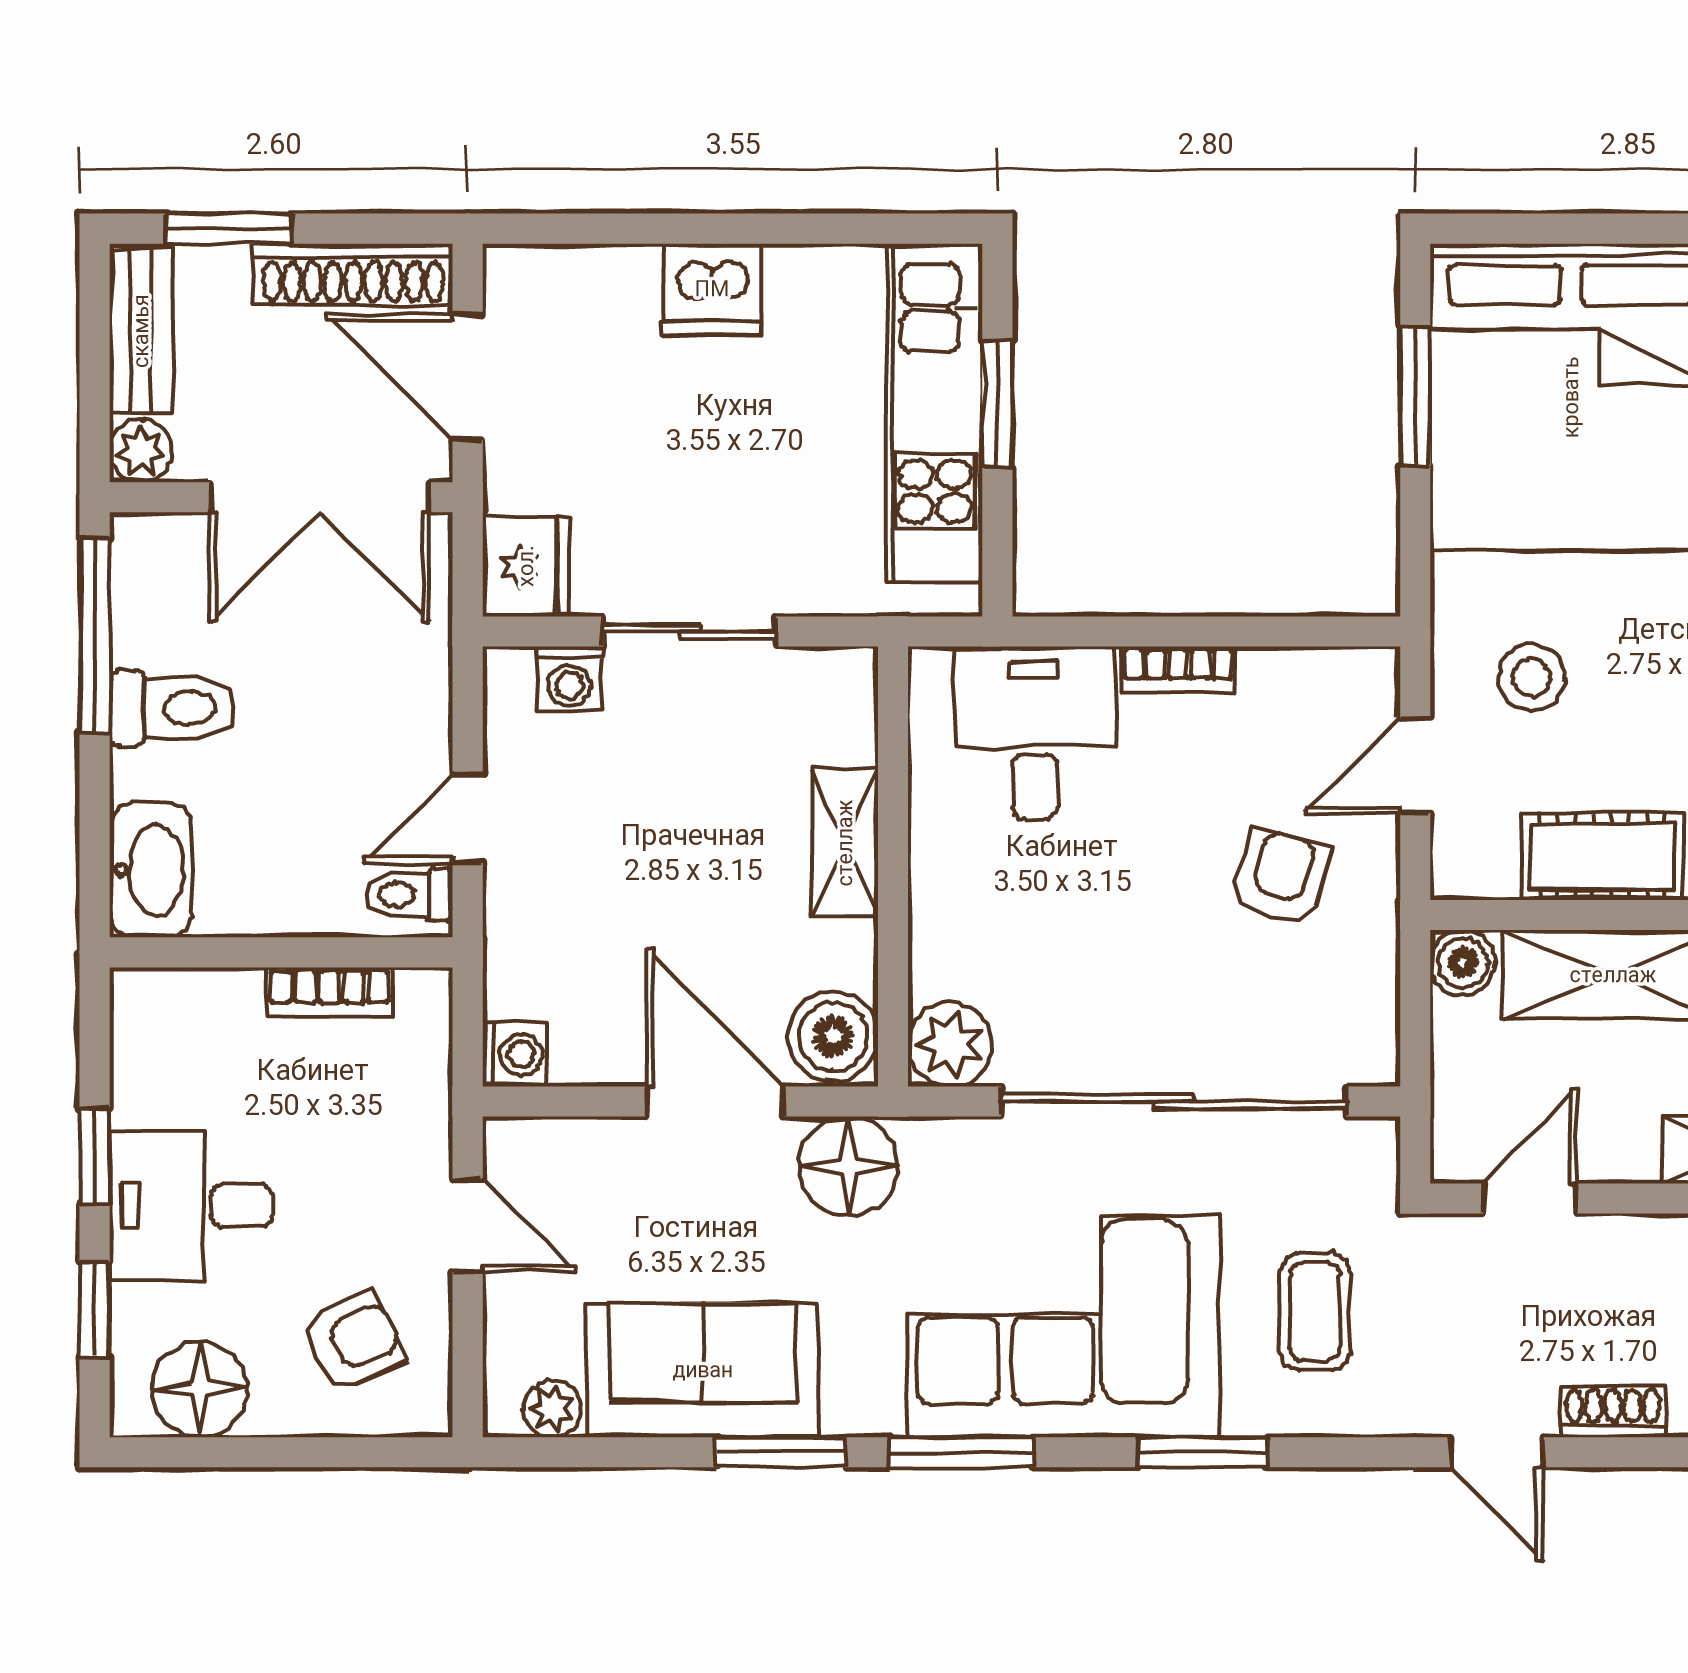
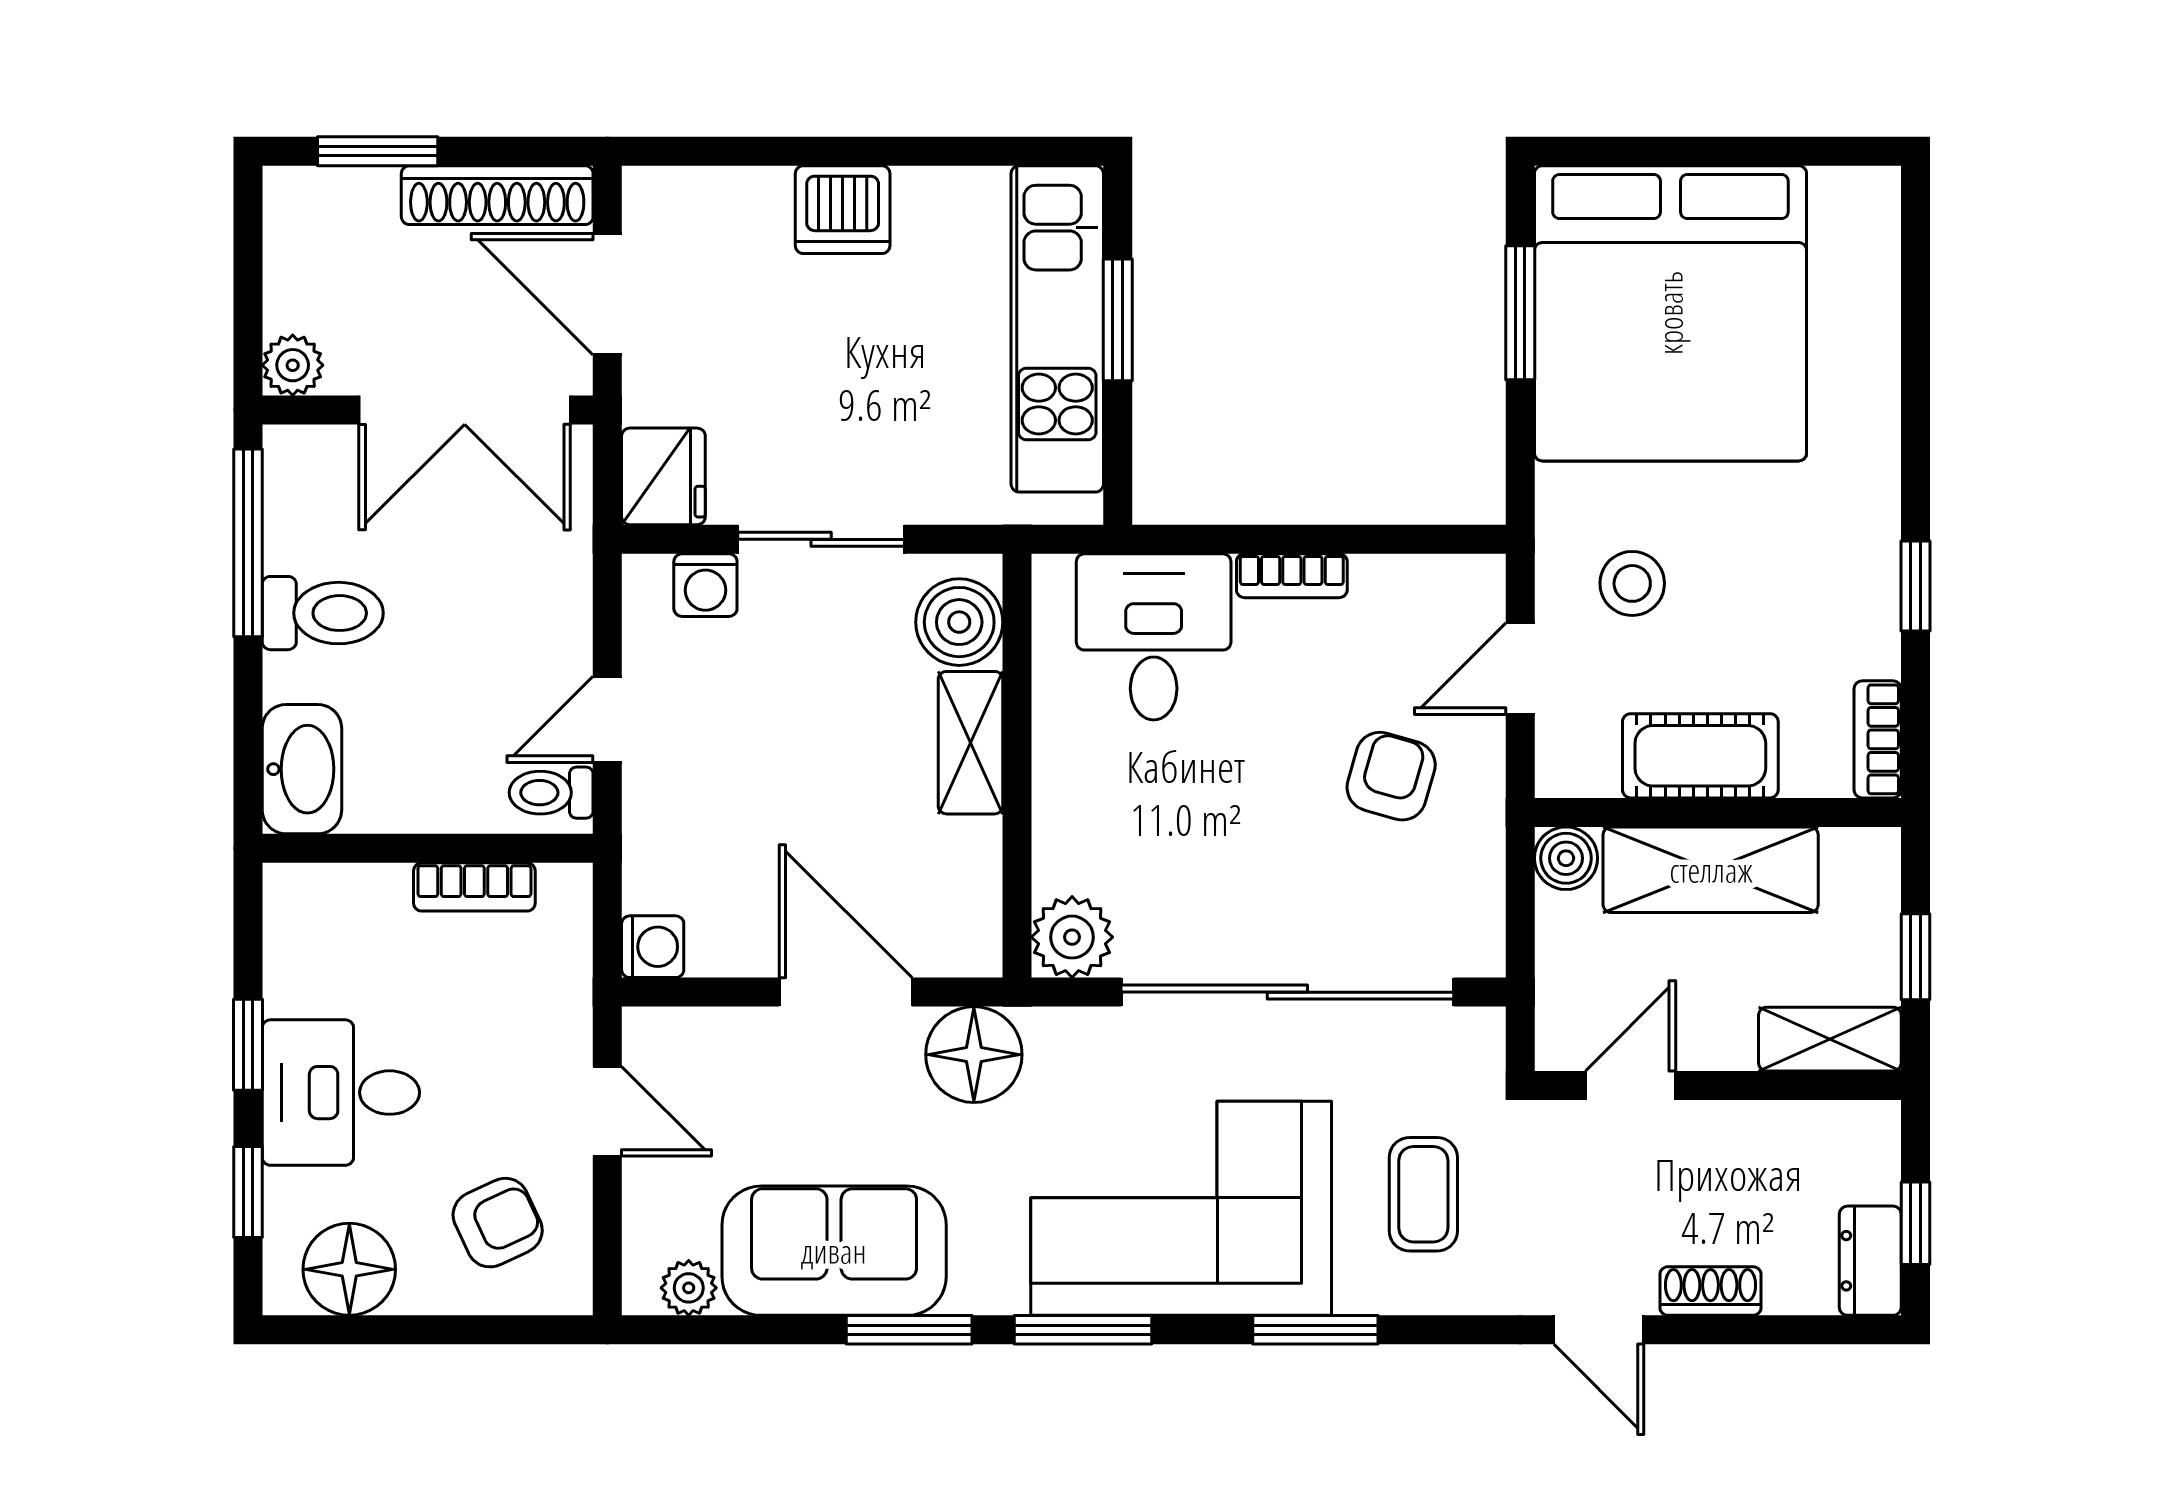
bench: (141, 331) -> (293, 250), removed
boiler: (833, 1036) -> (959, 622), moved

